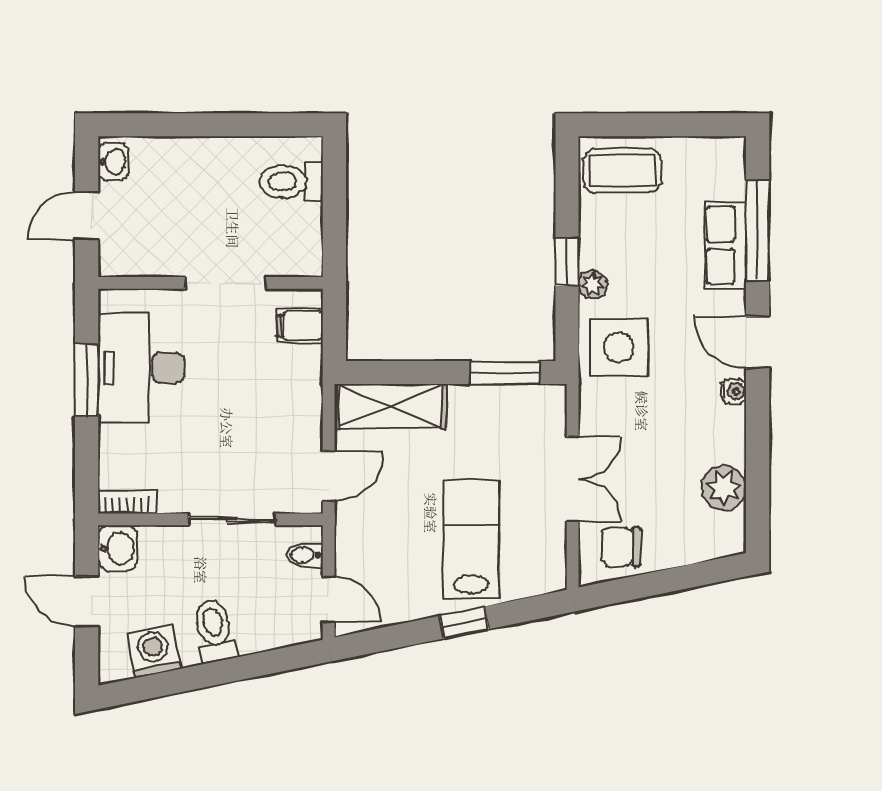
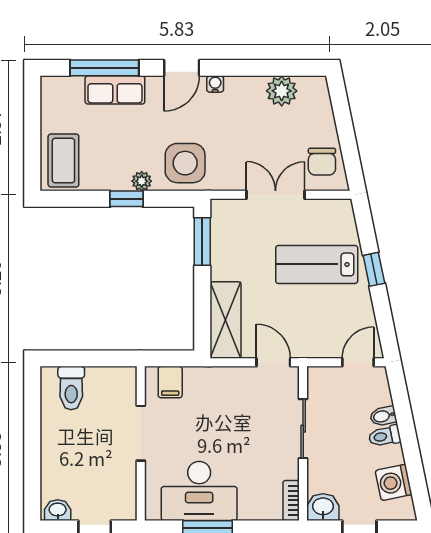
bidet: (305, 555) -> (383, 416), moved, turned 78
toilet: (214, 631) -> (385, 436), width x0.73, depth x0.72

